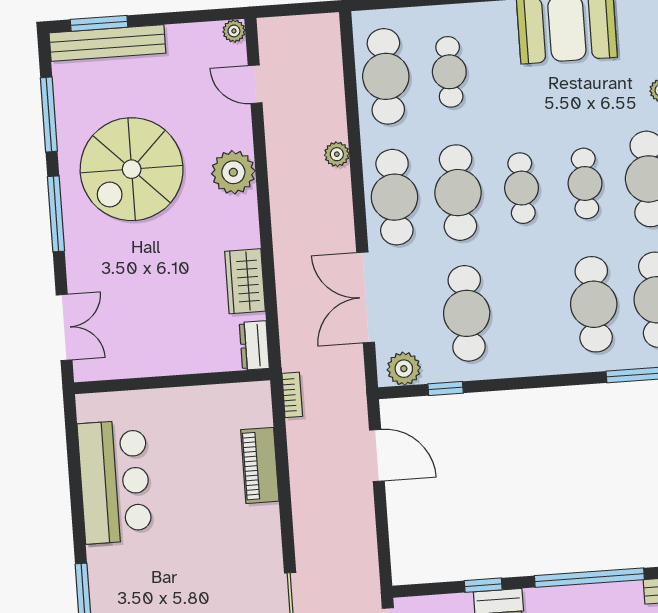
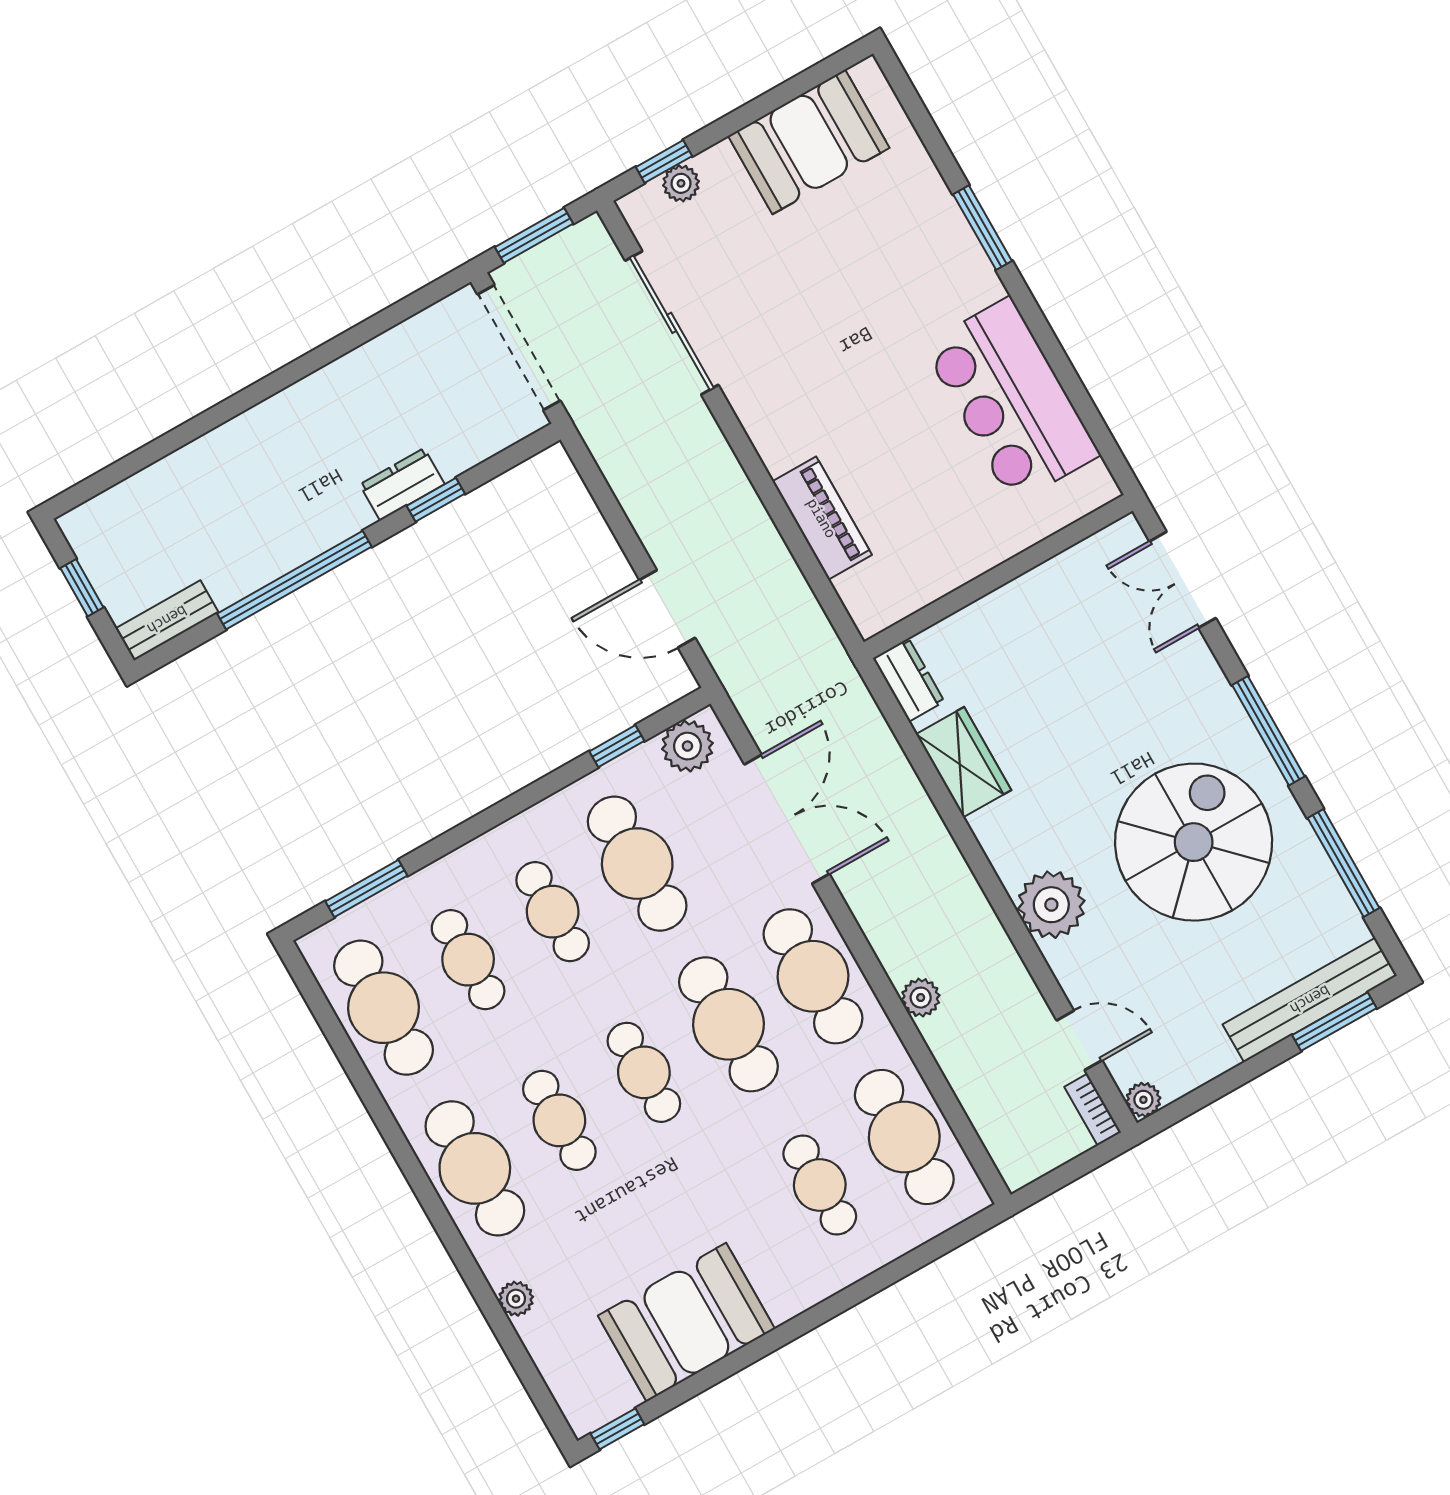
cafe table: (594, 304) -> (468, 960), width x0.73, depth x0.74
cafe table: (530, 309) -> (553, 912), added
bookcase: (292, 395) -> (1093, 1110), moved

